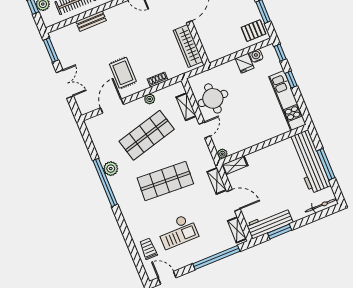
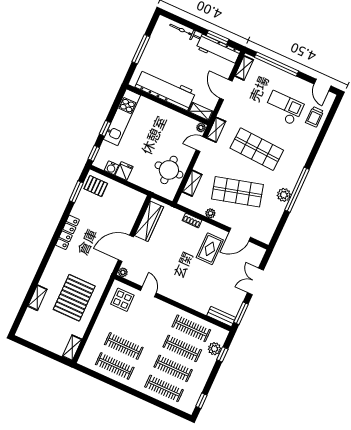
bench: (91, 21) -> (221, 316), moved
door: (205, 130) -> (201, 144), moved
workbench: (309, 162) -> (165, 90), moved, turned -90
shelving: (217, 181) -> (216, 130), moved
bicycle: (321, 205) -> (185, 31), moved

